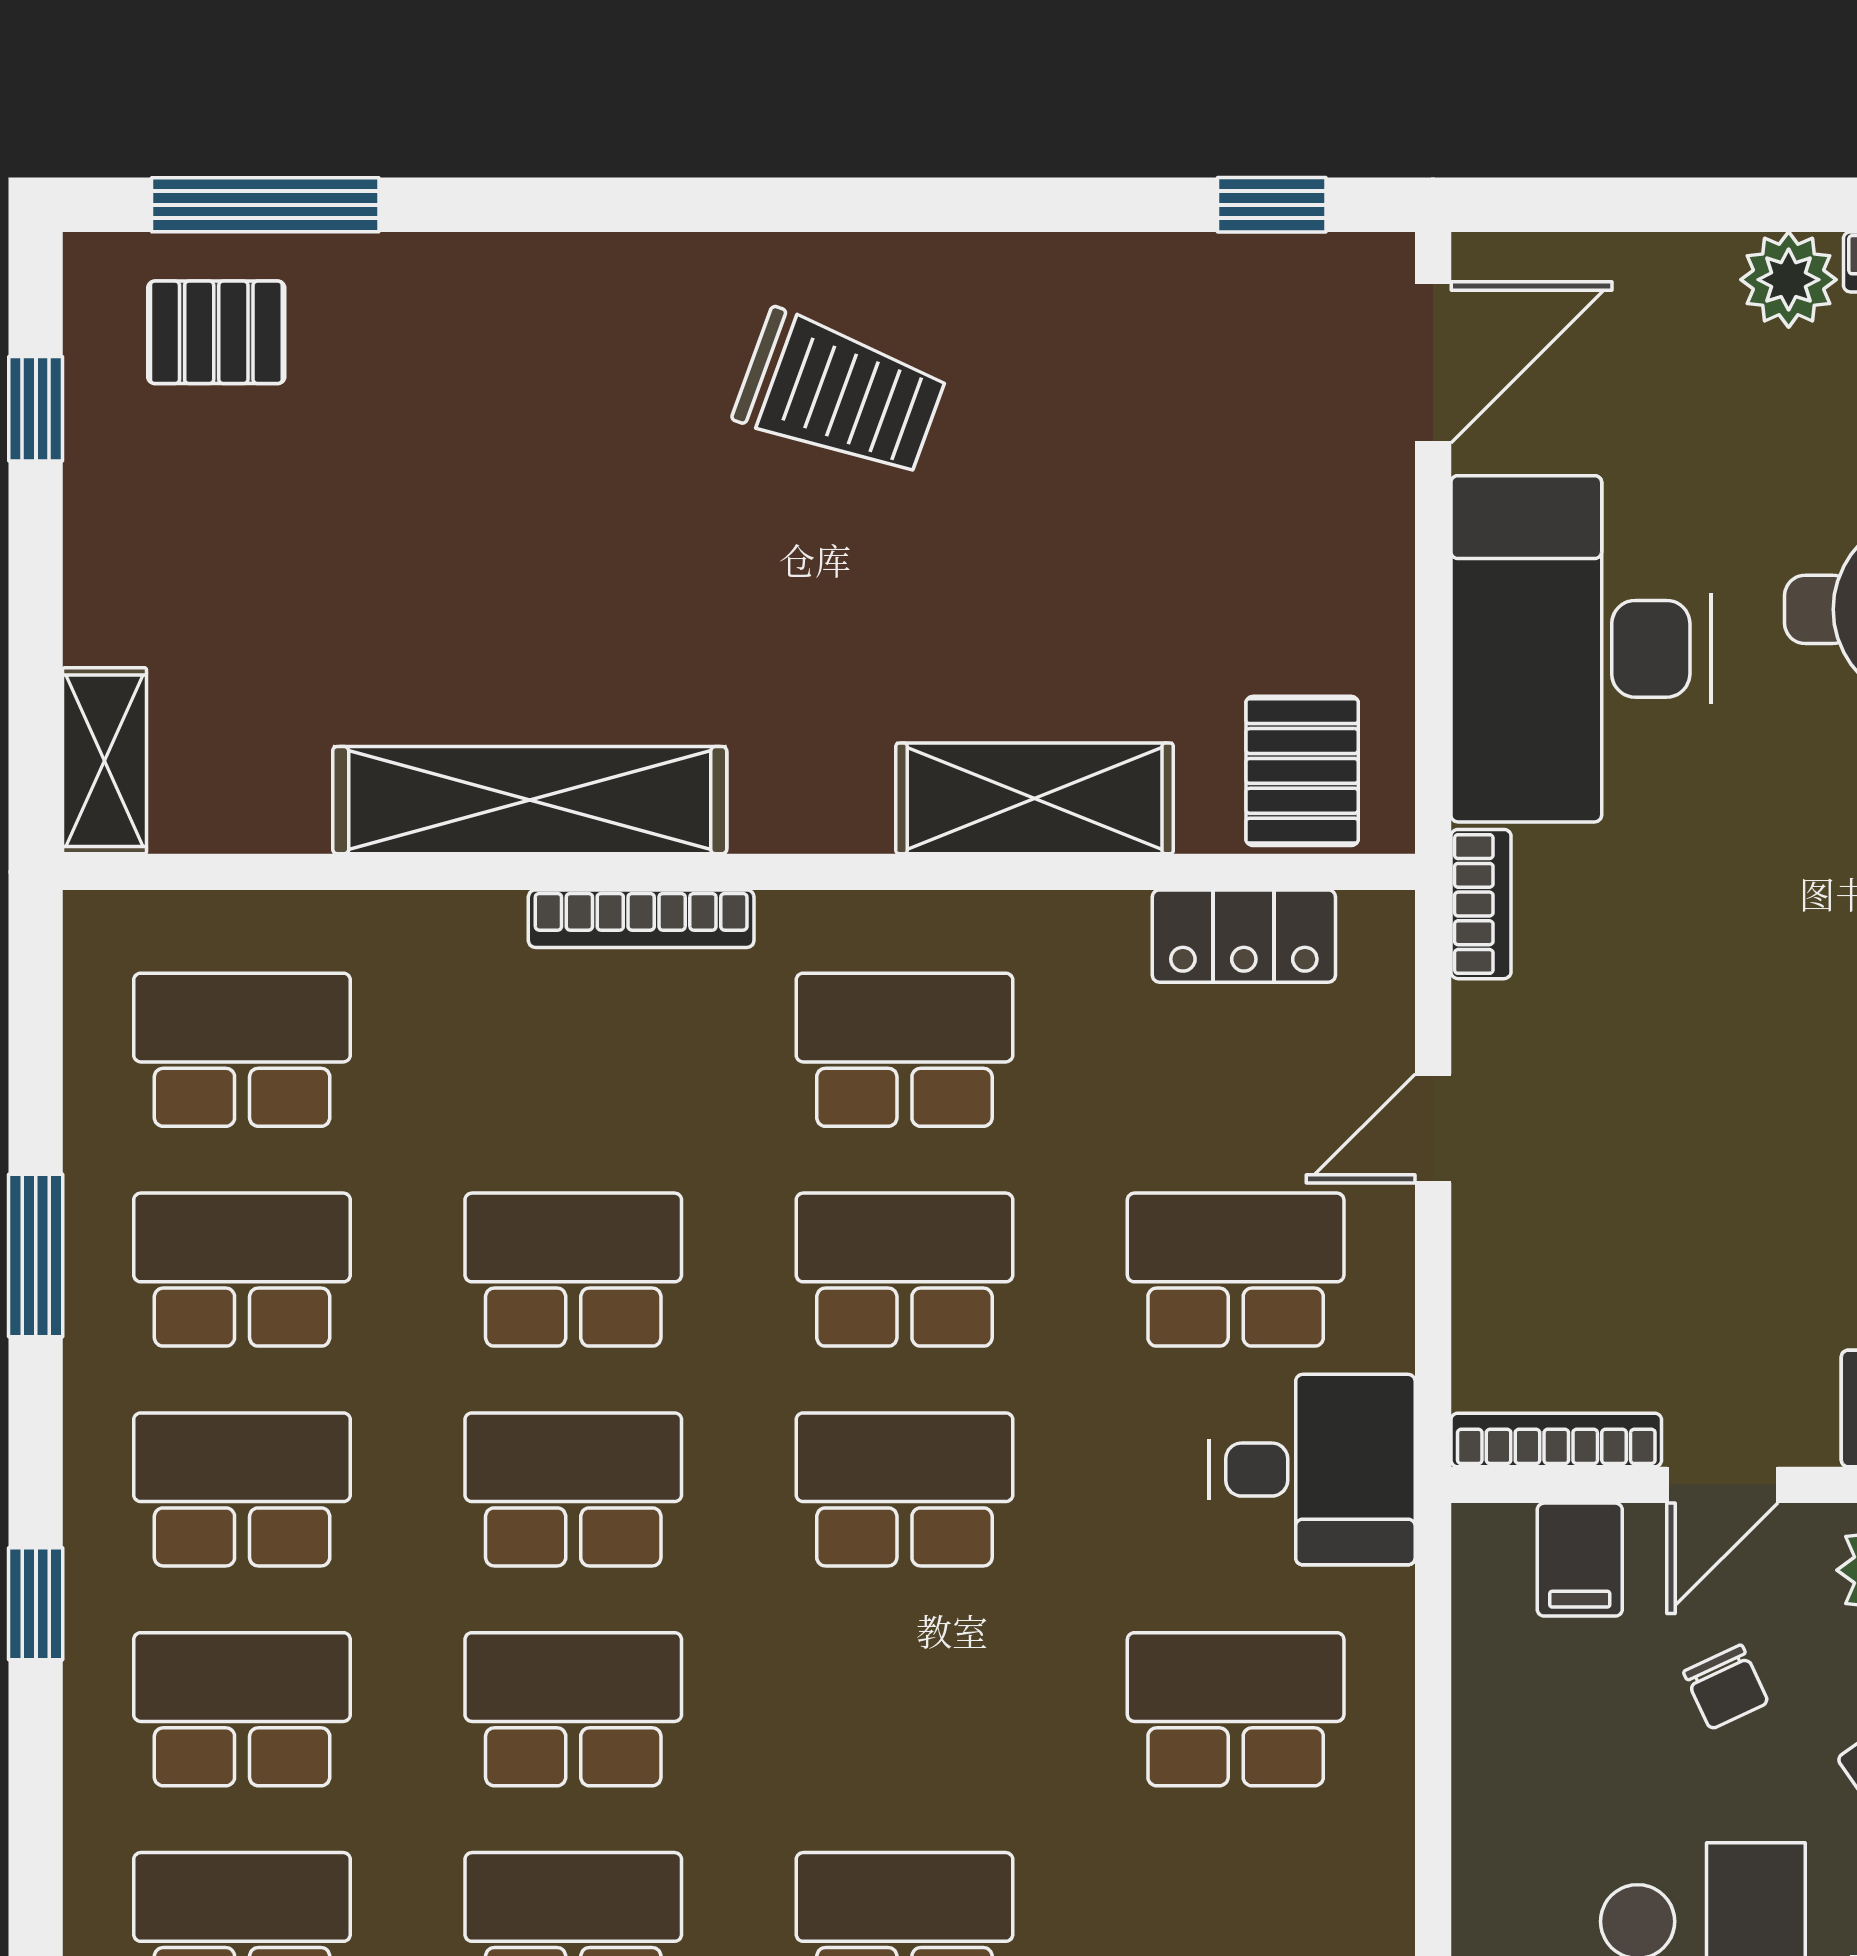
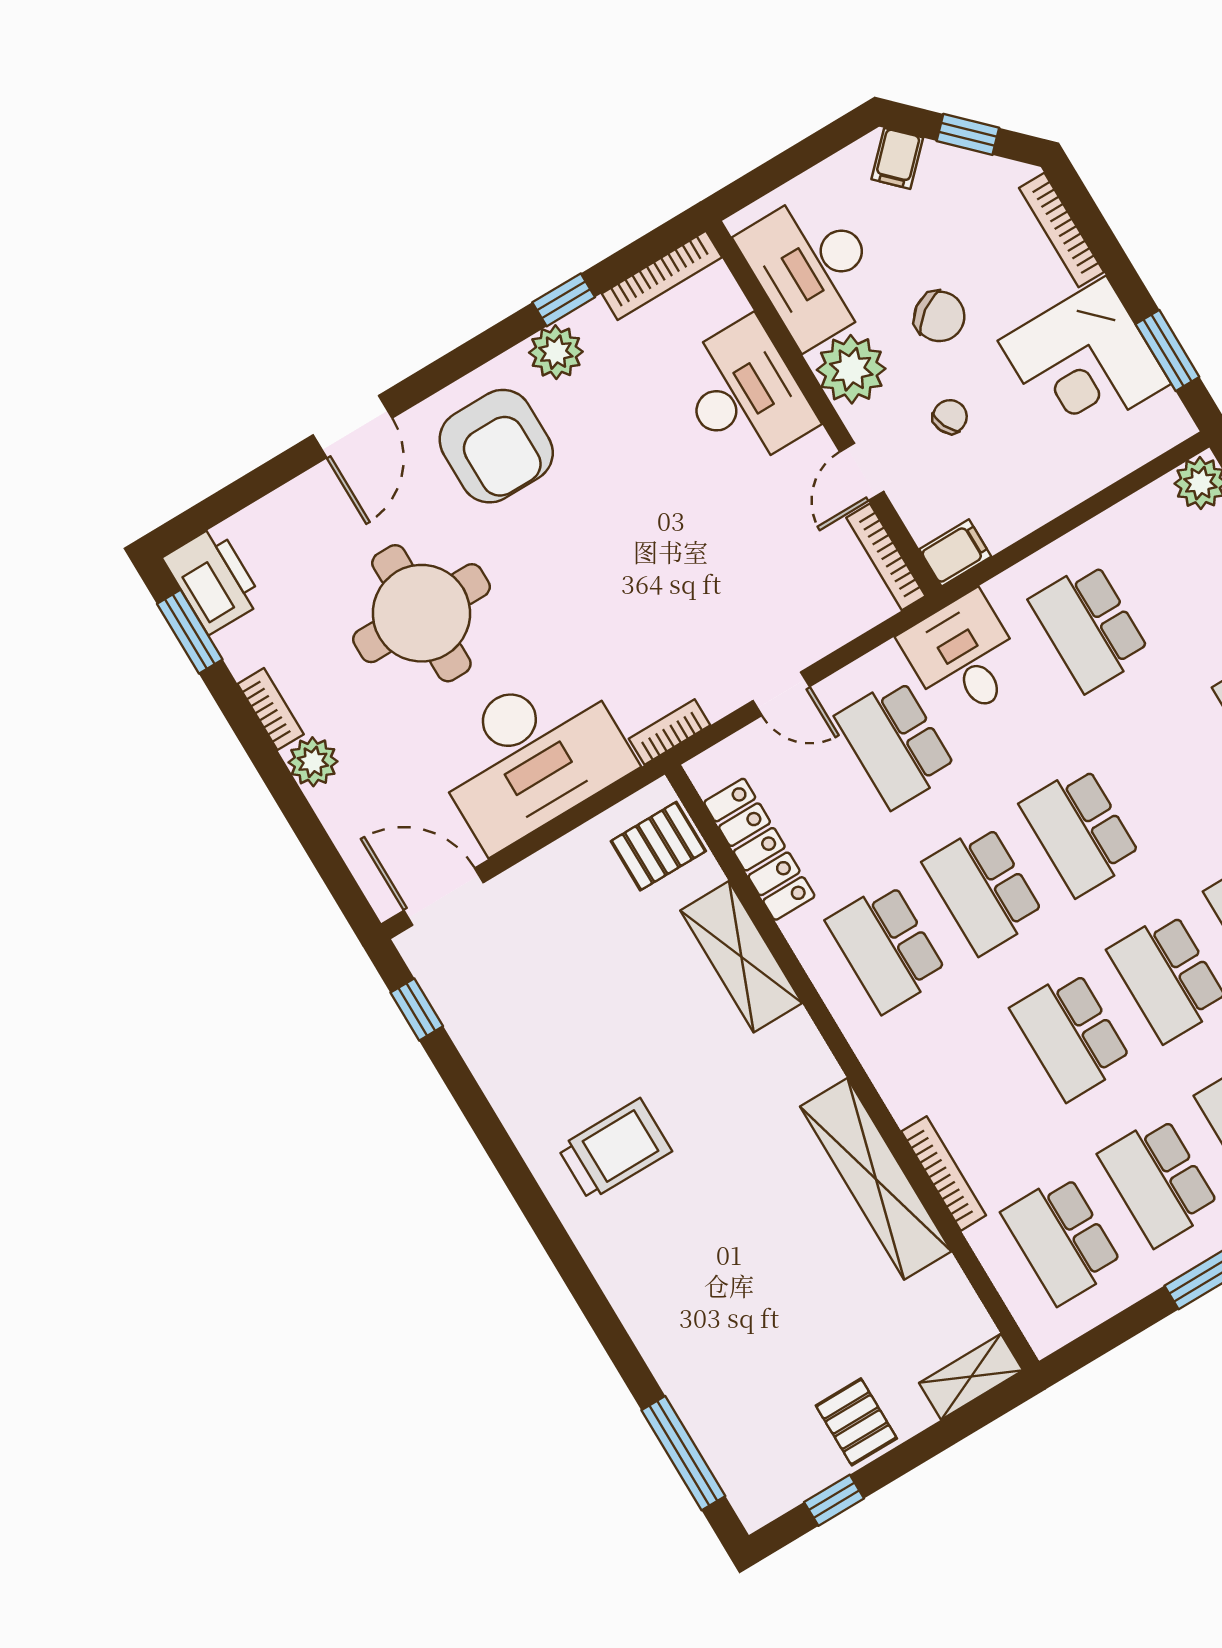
pallet: (216, 332) -> (856, 1422), moved
trolley: (840, 394) -> (615, 1149), turned 70
bookcase: (641, 919) -> (944, 1173), moved
locker: (1244, 936) -> (759, 849), width x1.53
door: (1722, 1485) -> (862, 472), swing flipped
filing cabinet: (1580, 1560) -> (955, 553), moved

